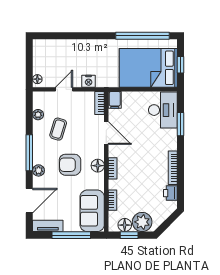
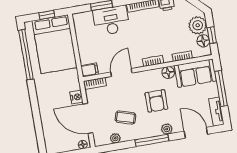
door: (64, 89) -> (88, 118), width x1.87
desk: (163, 110) -> (111, 21), moved
floor lamp: (98, 166) -> (168, 73), moved

